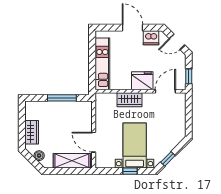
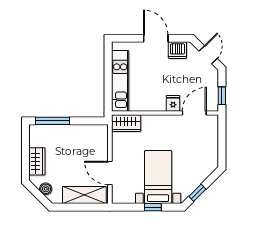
door: (177, 42) -> (208, 55), swing flipped
fridge: (142, 81) -> (173, 103), width x0.53, depth x0.75
window: (62, 98) -> (53, 121), moved
wardrobe: (130, 100) -> (126, 123), moved

